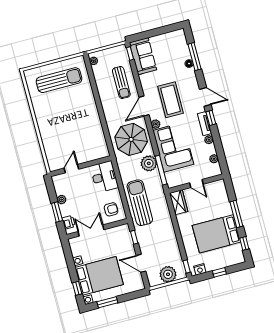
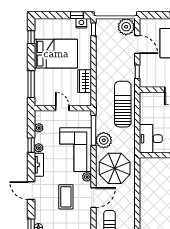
coffee table: (170, 100) -> (66, 197), width x0.73, depth x0.76
window: (211, 118) -> (31, 145), moved
wardrobe: (179, 202) -> (85, 81), moved
sun lounger: (140, 203) -> (123, 104), turned 180
armchair: (111, 209) -> (153, 105), removed
window: (236, 214) -> (31, 84), moved
window: (219, 272) -> (77, 15), moved
plant: (168, 274) -> (126, 27), moved

